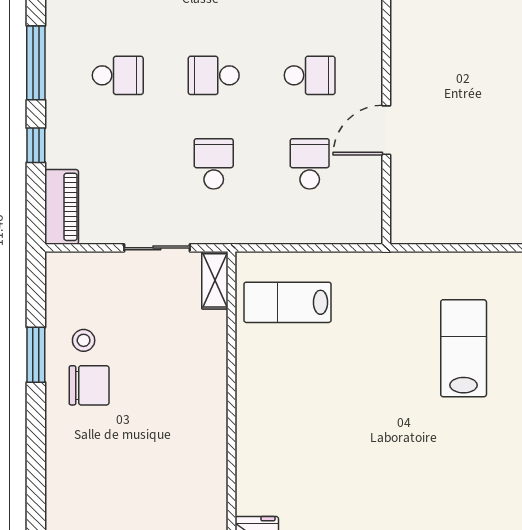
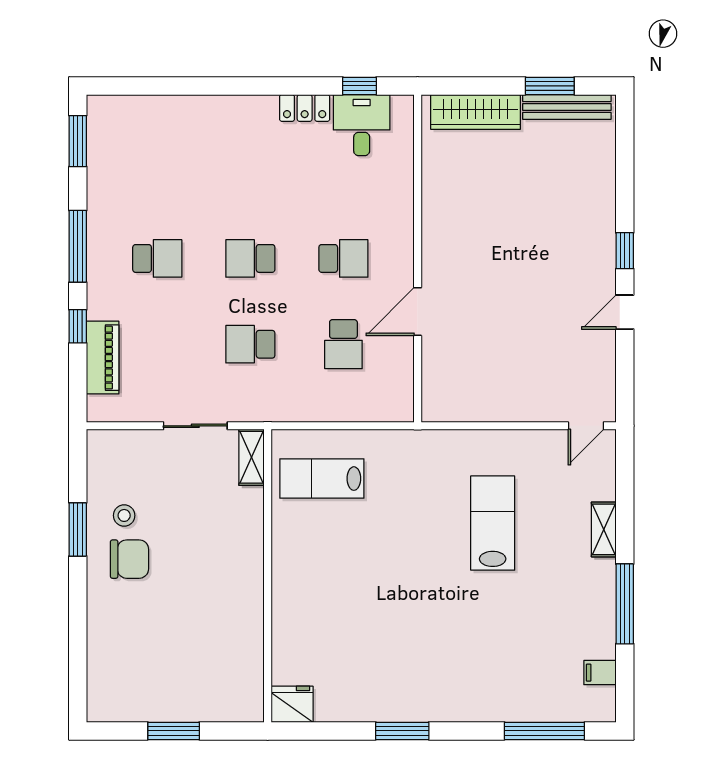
school desk: (214, 164) -> (250, 344), turned -90
school desk: (310, 164) -> (343, 344), turned 180
piano: (62, 207) -> (103, 358), moved

